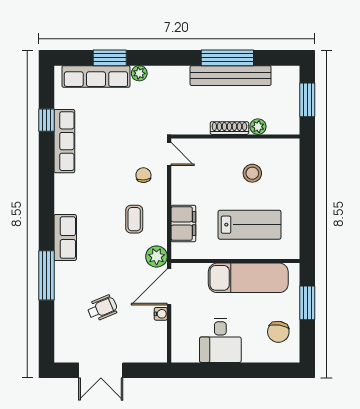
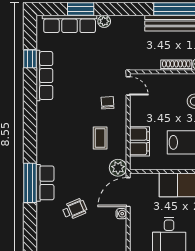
row of seats: (65, 238) -> (45, 183), moved

